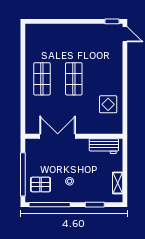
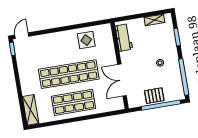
shelving: (42, 30) -> (31, 110), added
shop shelf: (42, 79) -> (73, 102), width x1.43, depth x1.36
shop shelf: (74, 79) -> (69, 74), width x2.00, depth x1.36
pallet: (41, 184) -> (154, 96), moved, turned 90

